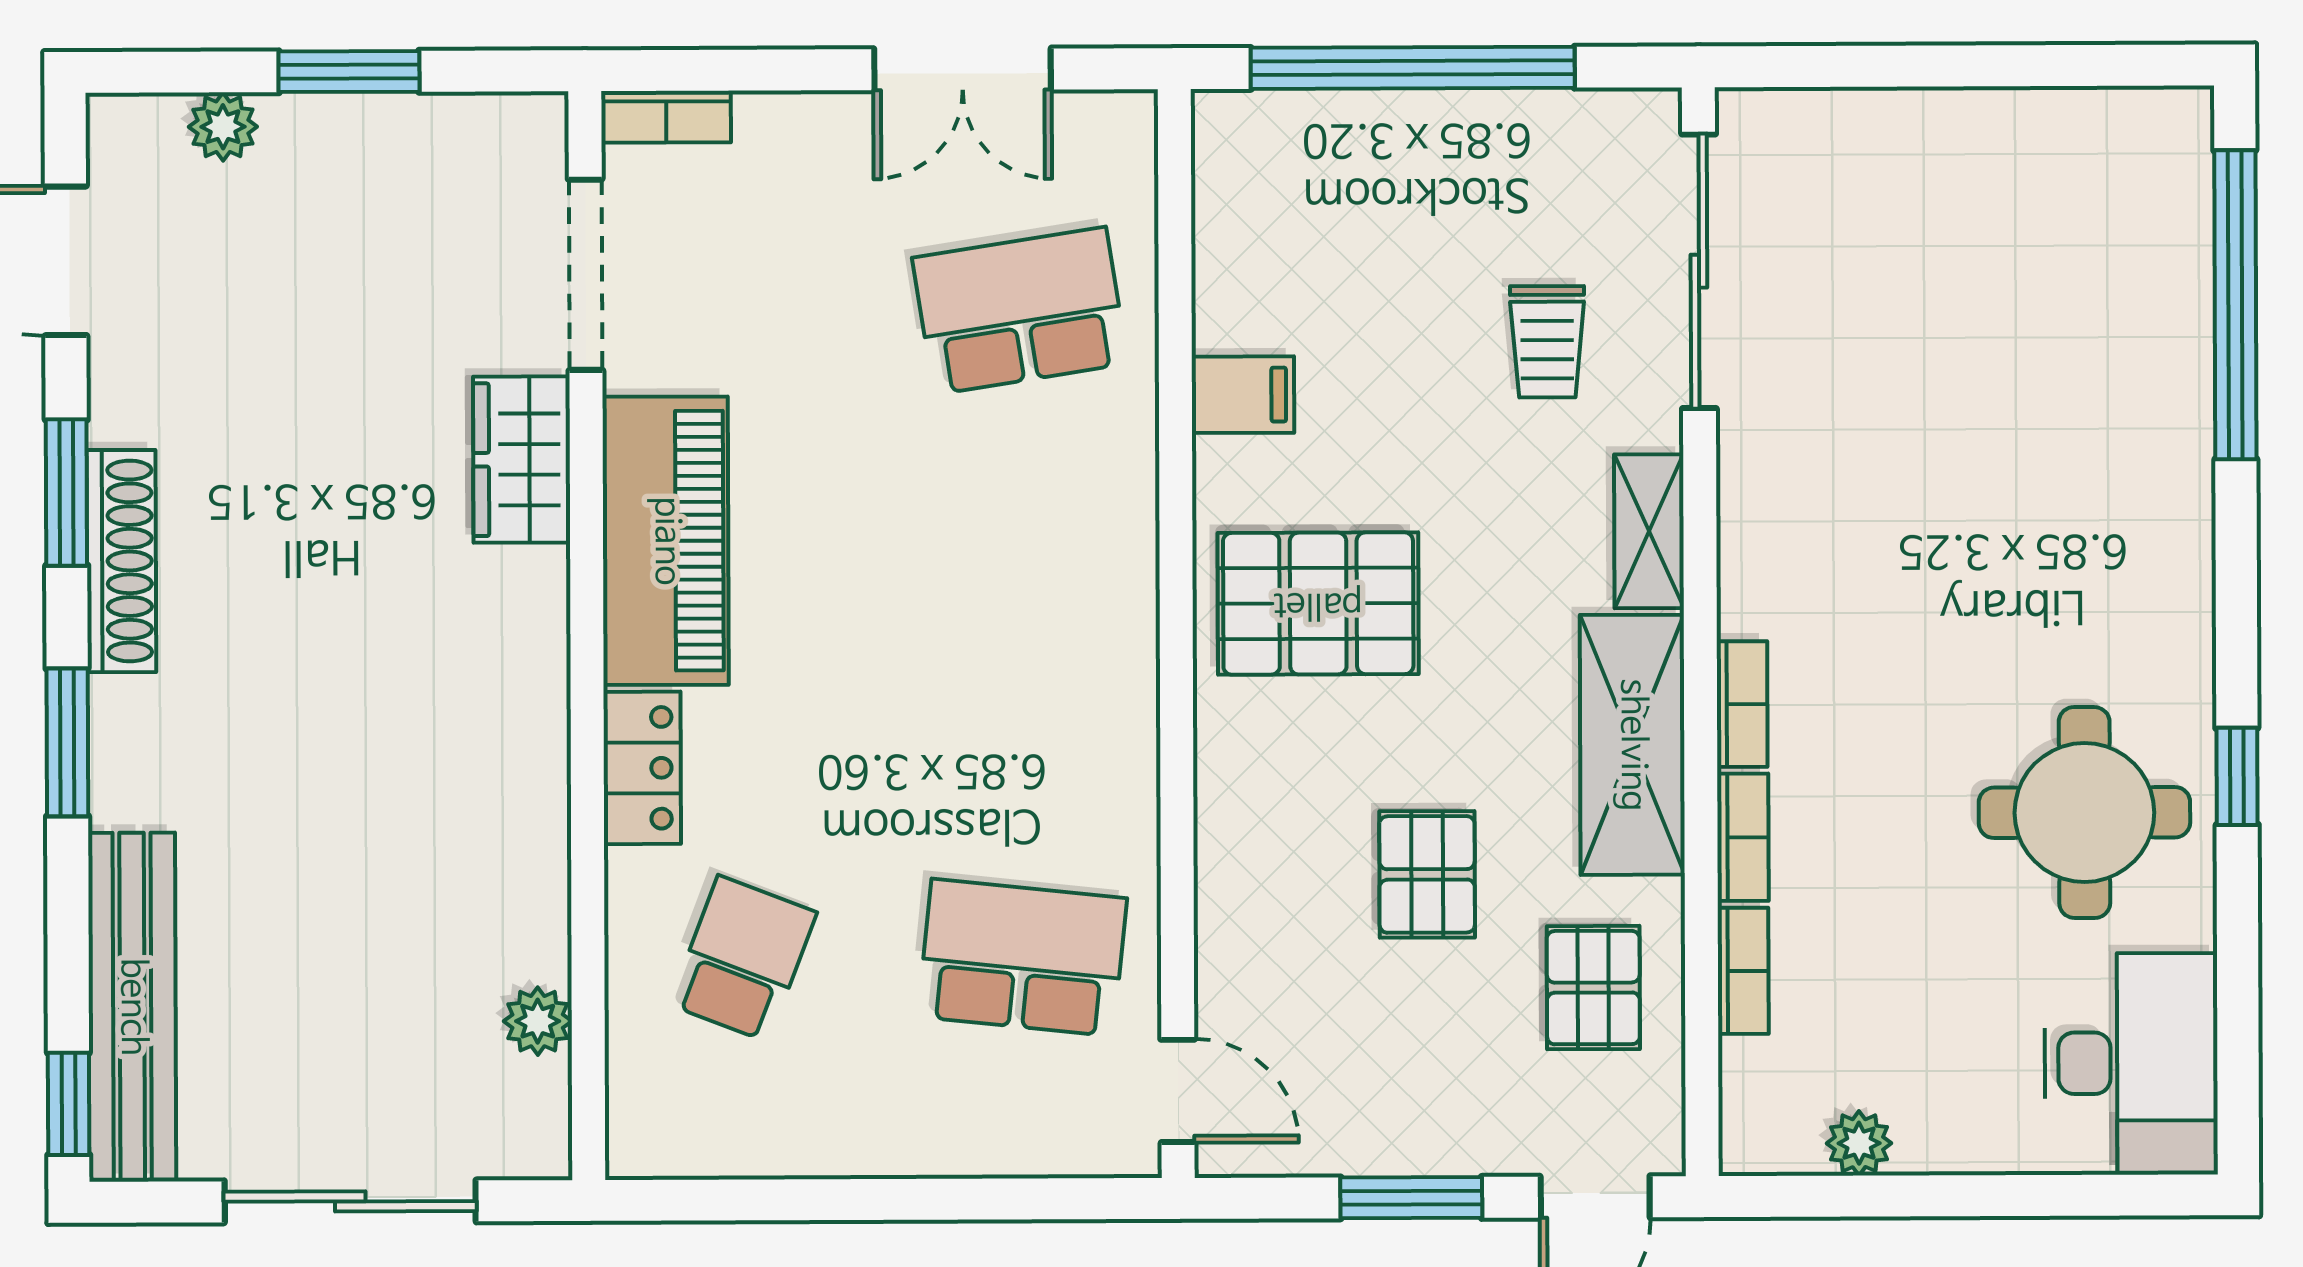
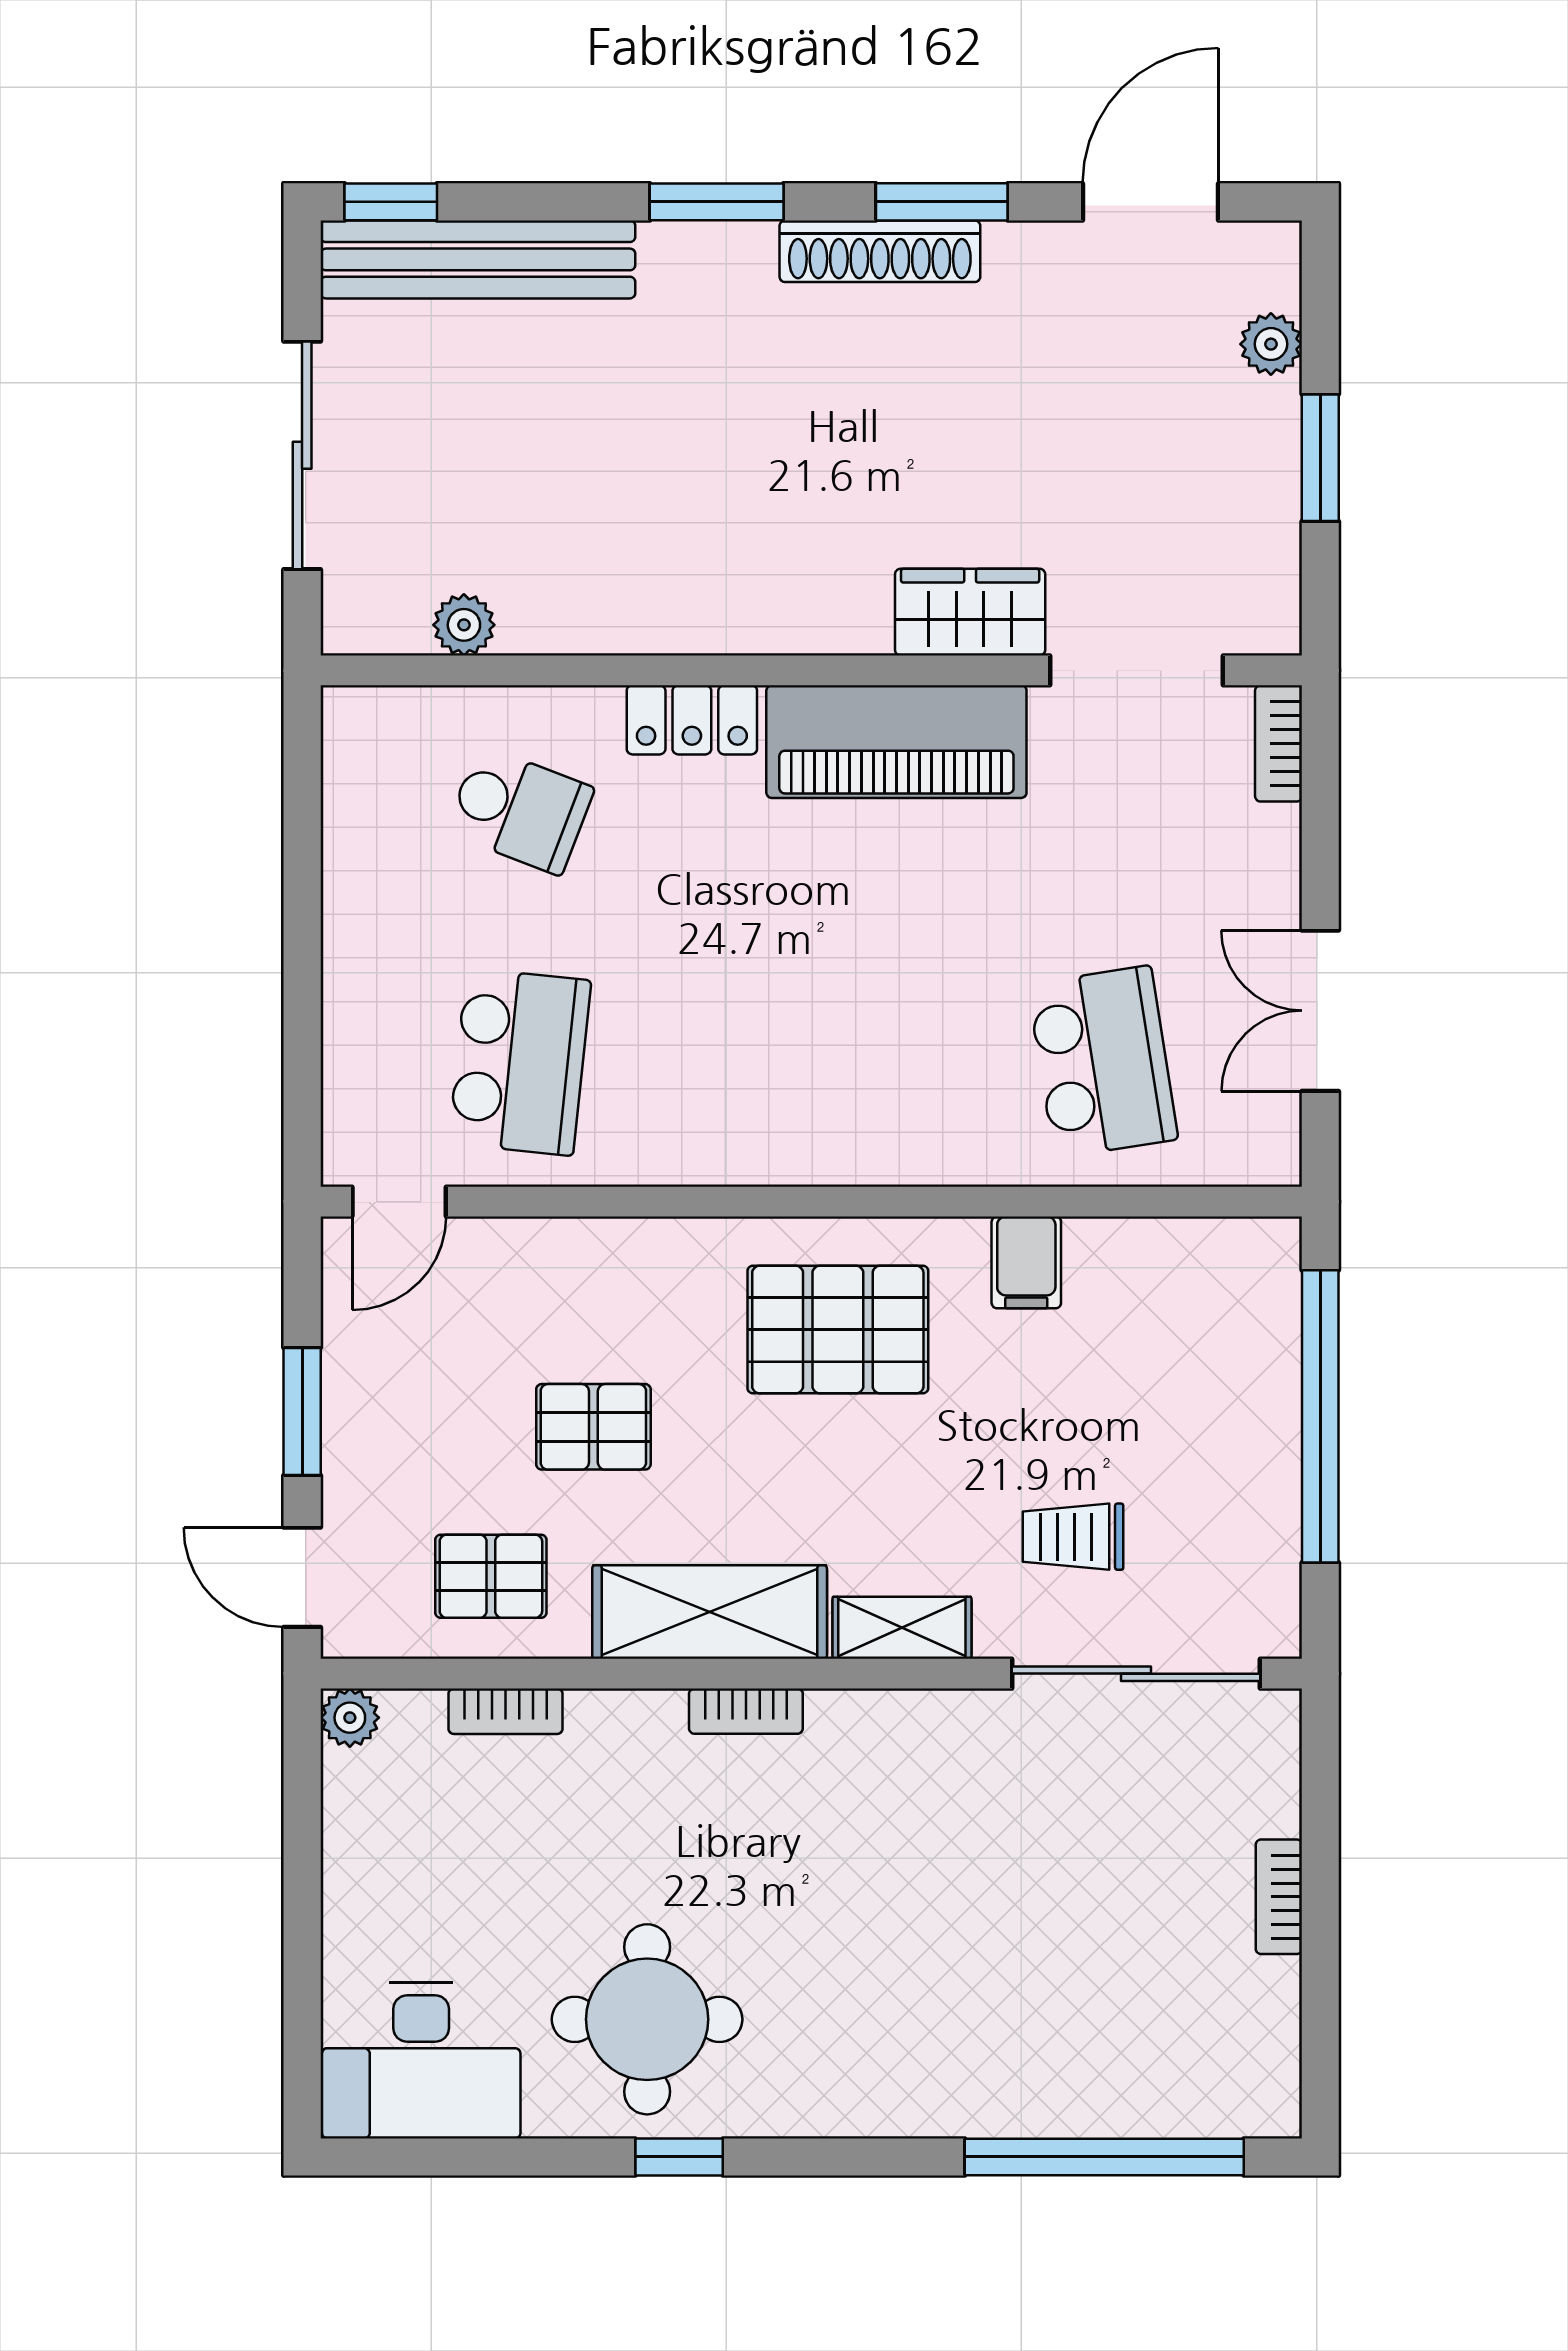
pallet: (1318, 604) -> (838, 1330), turned 90
bookcase: (1743, 837) -> (1279, 1897), moved, turned 90
plant: (1859, 1143) -> (350, 1718), moved

